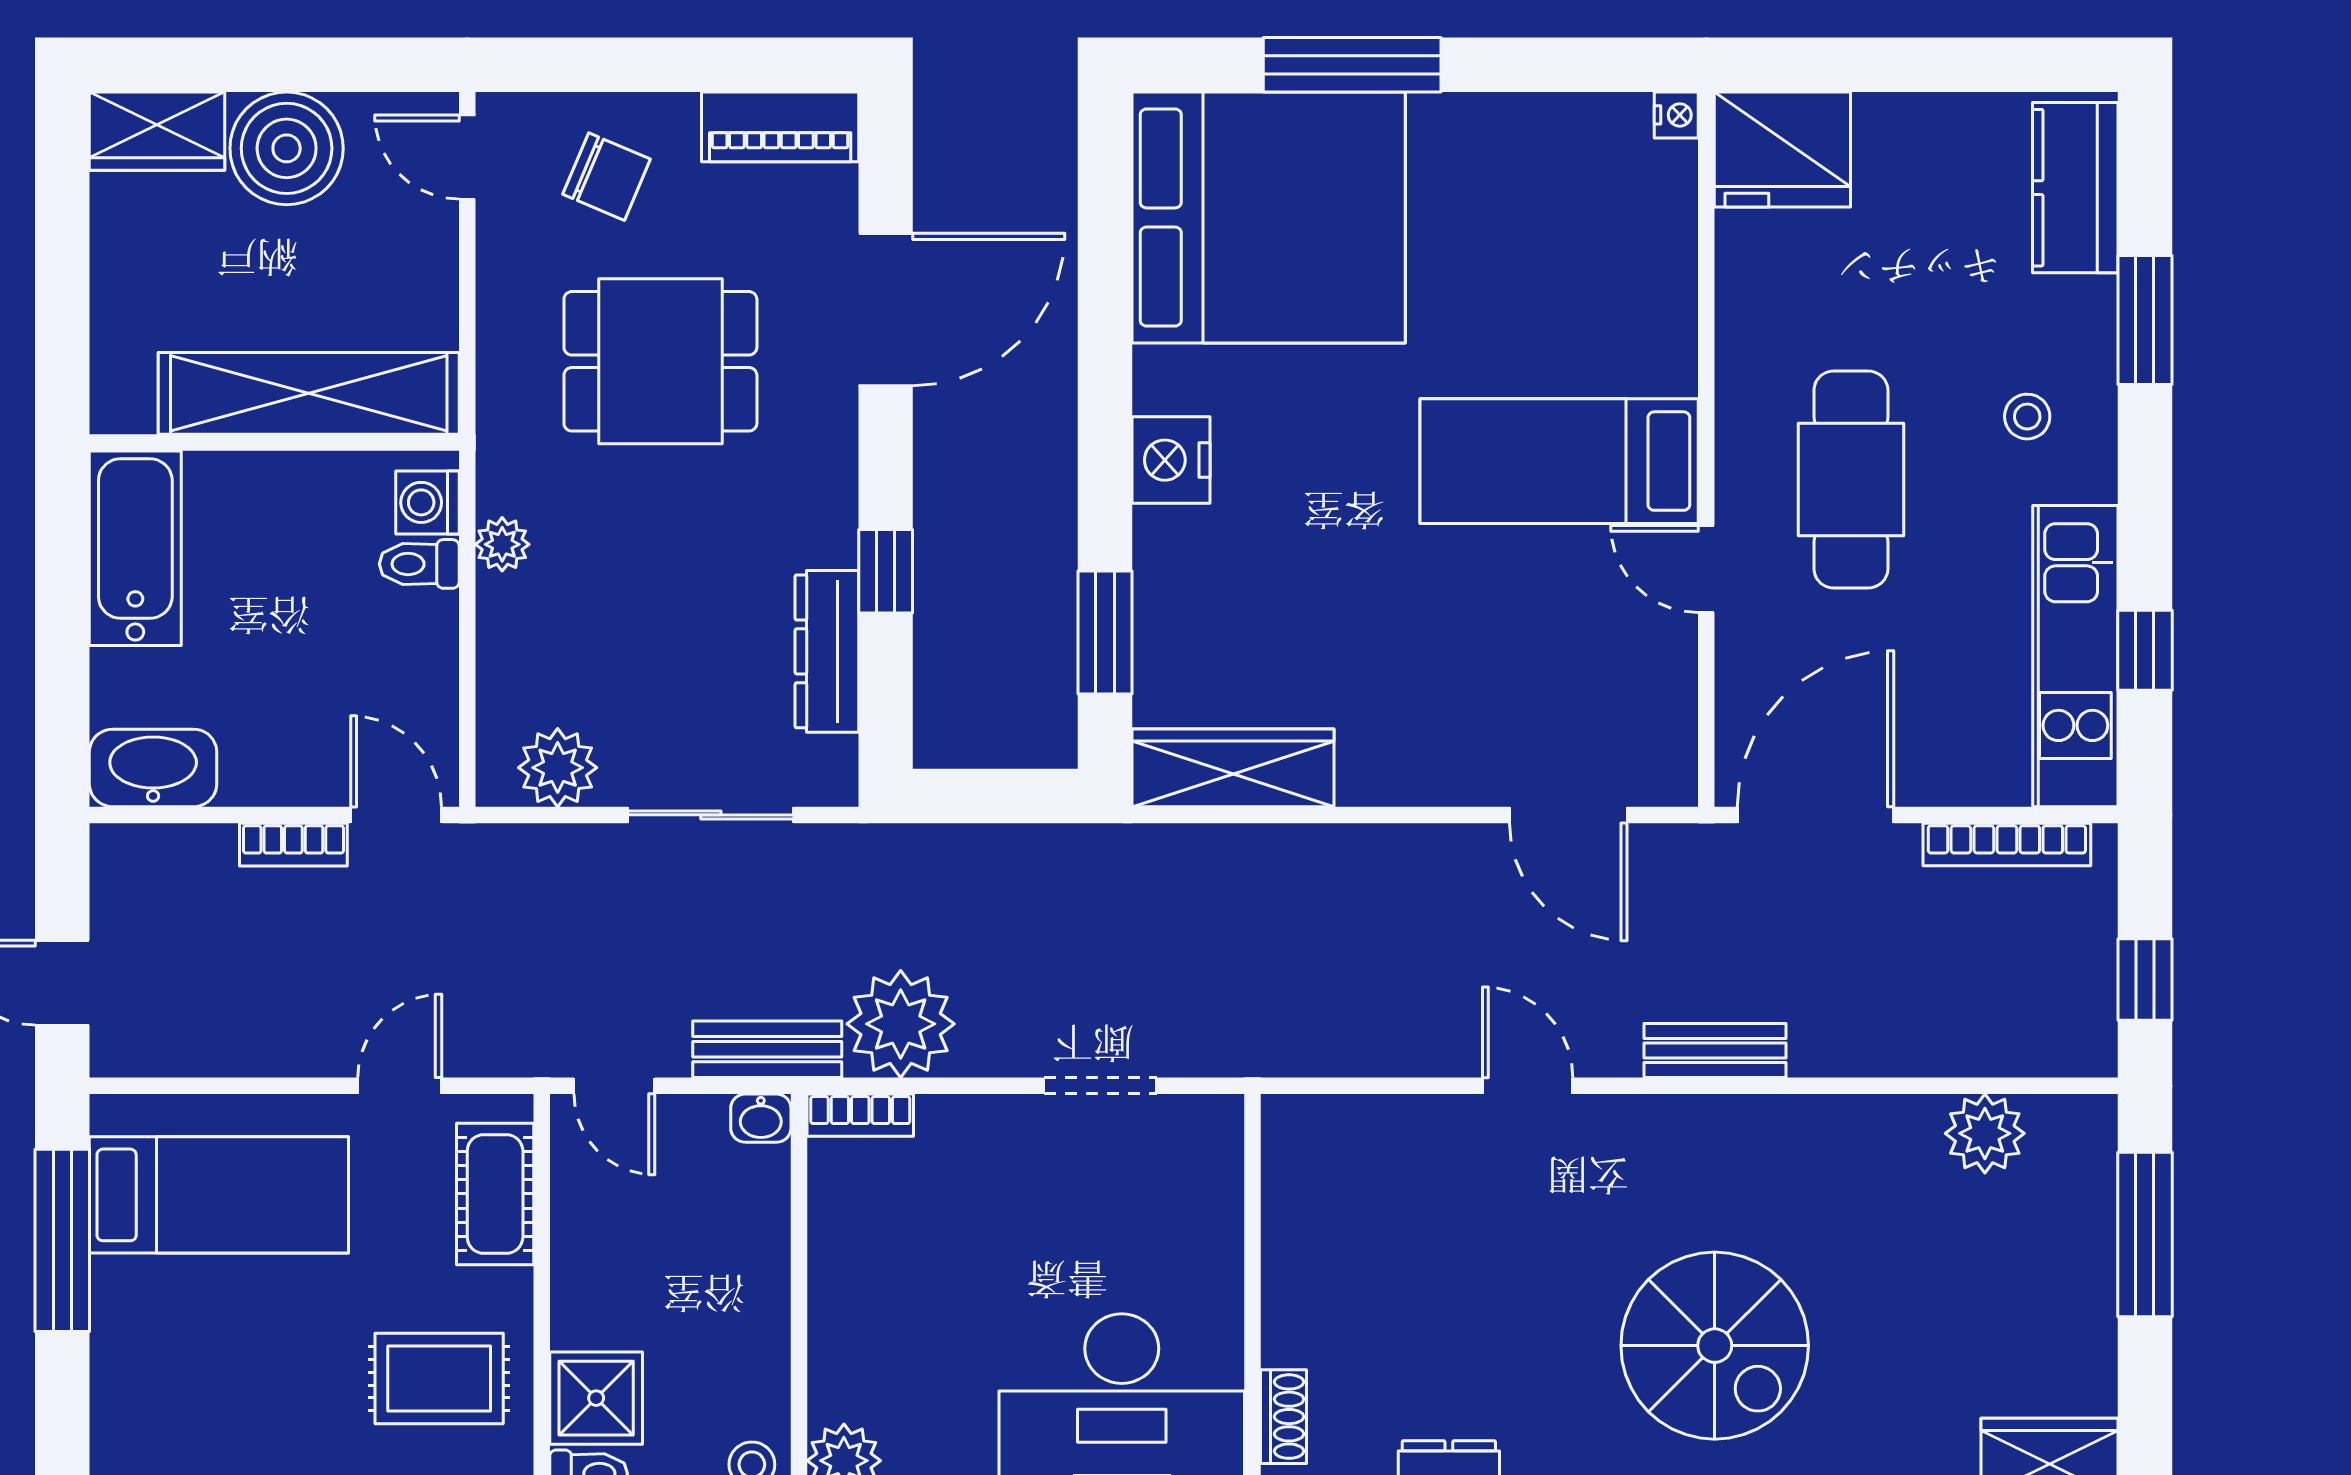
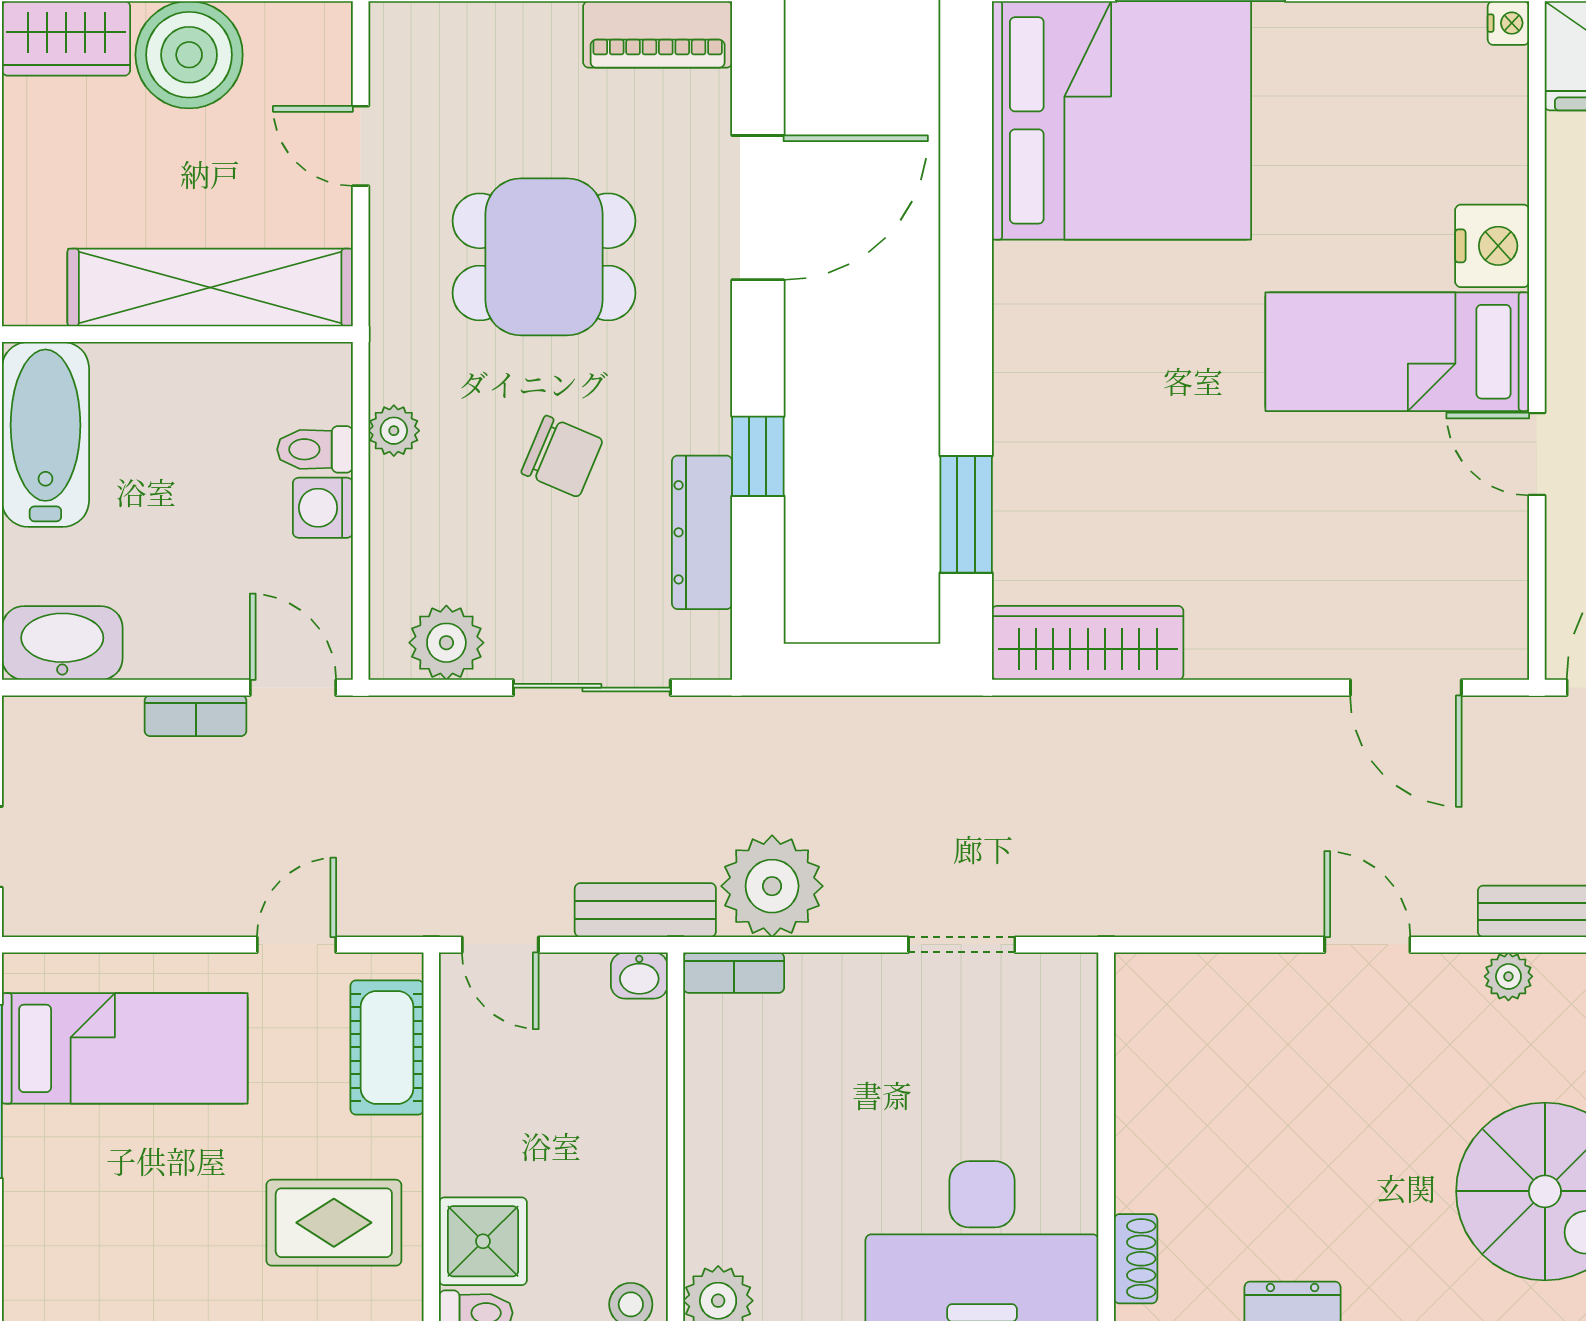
door: (467, 157) -> (361, 146), moved
chair: (607, 177) -> (562, 456), moved
nightstand: (1171, 460) -> (1492, 246), moved, turned 180
washing machine: (427, 502) -> (323, 508), moved
plant: (1676, 1119) -> (1508, 976), added

